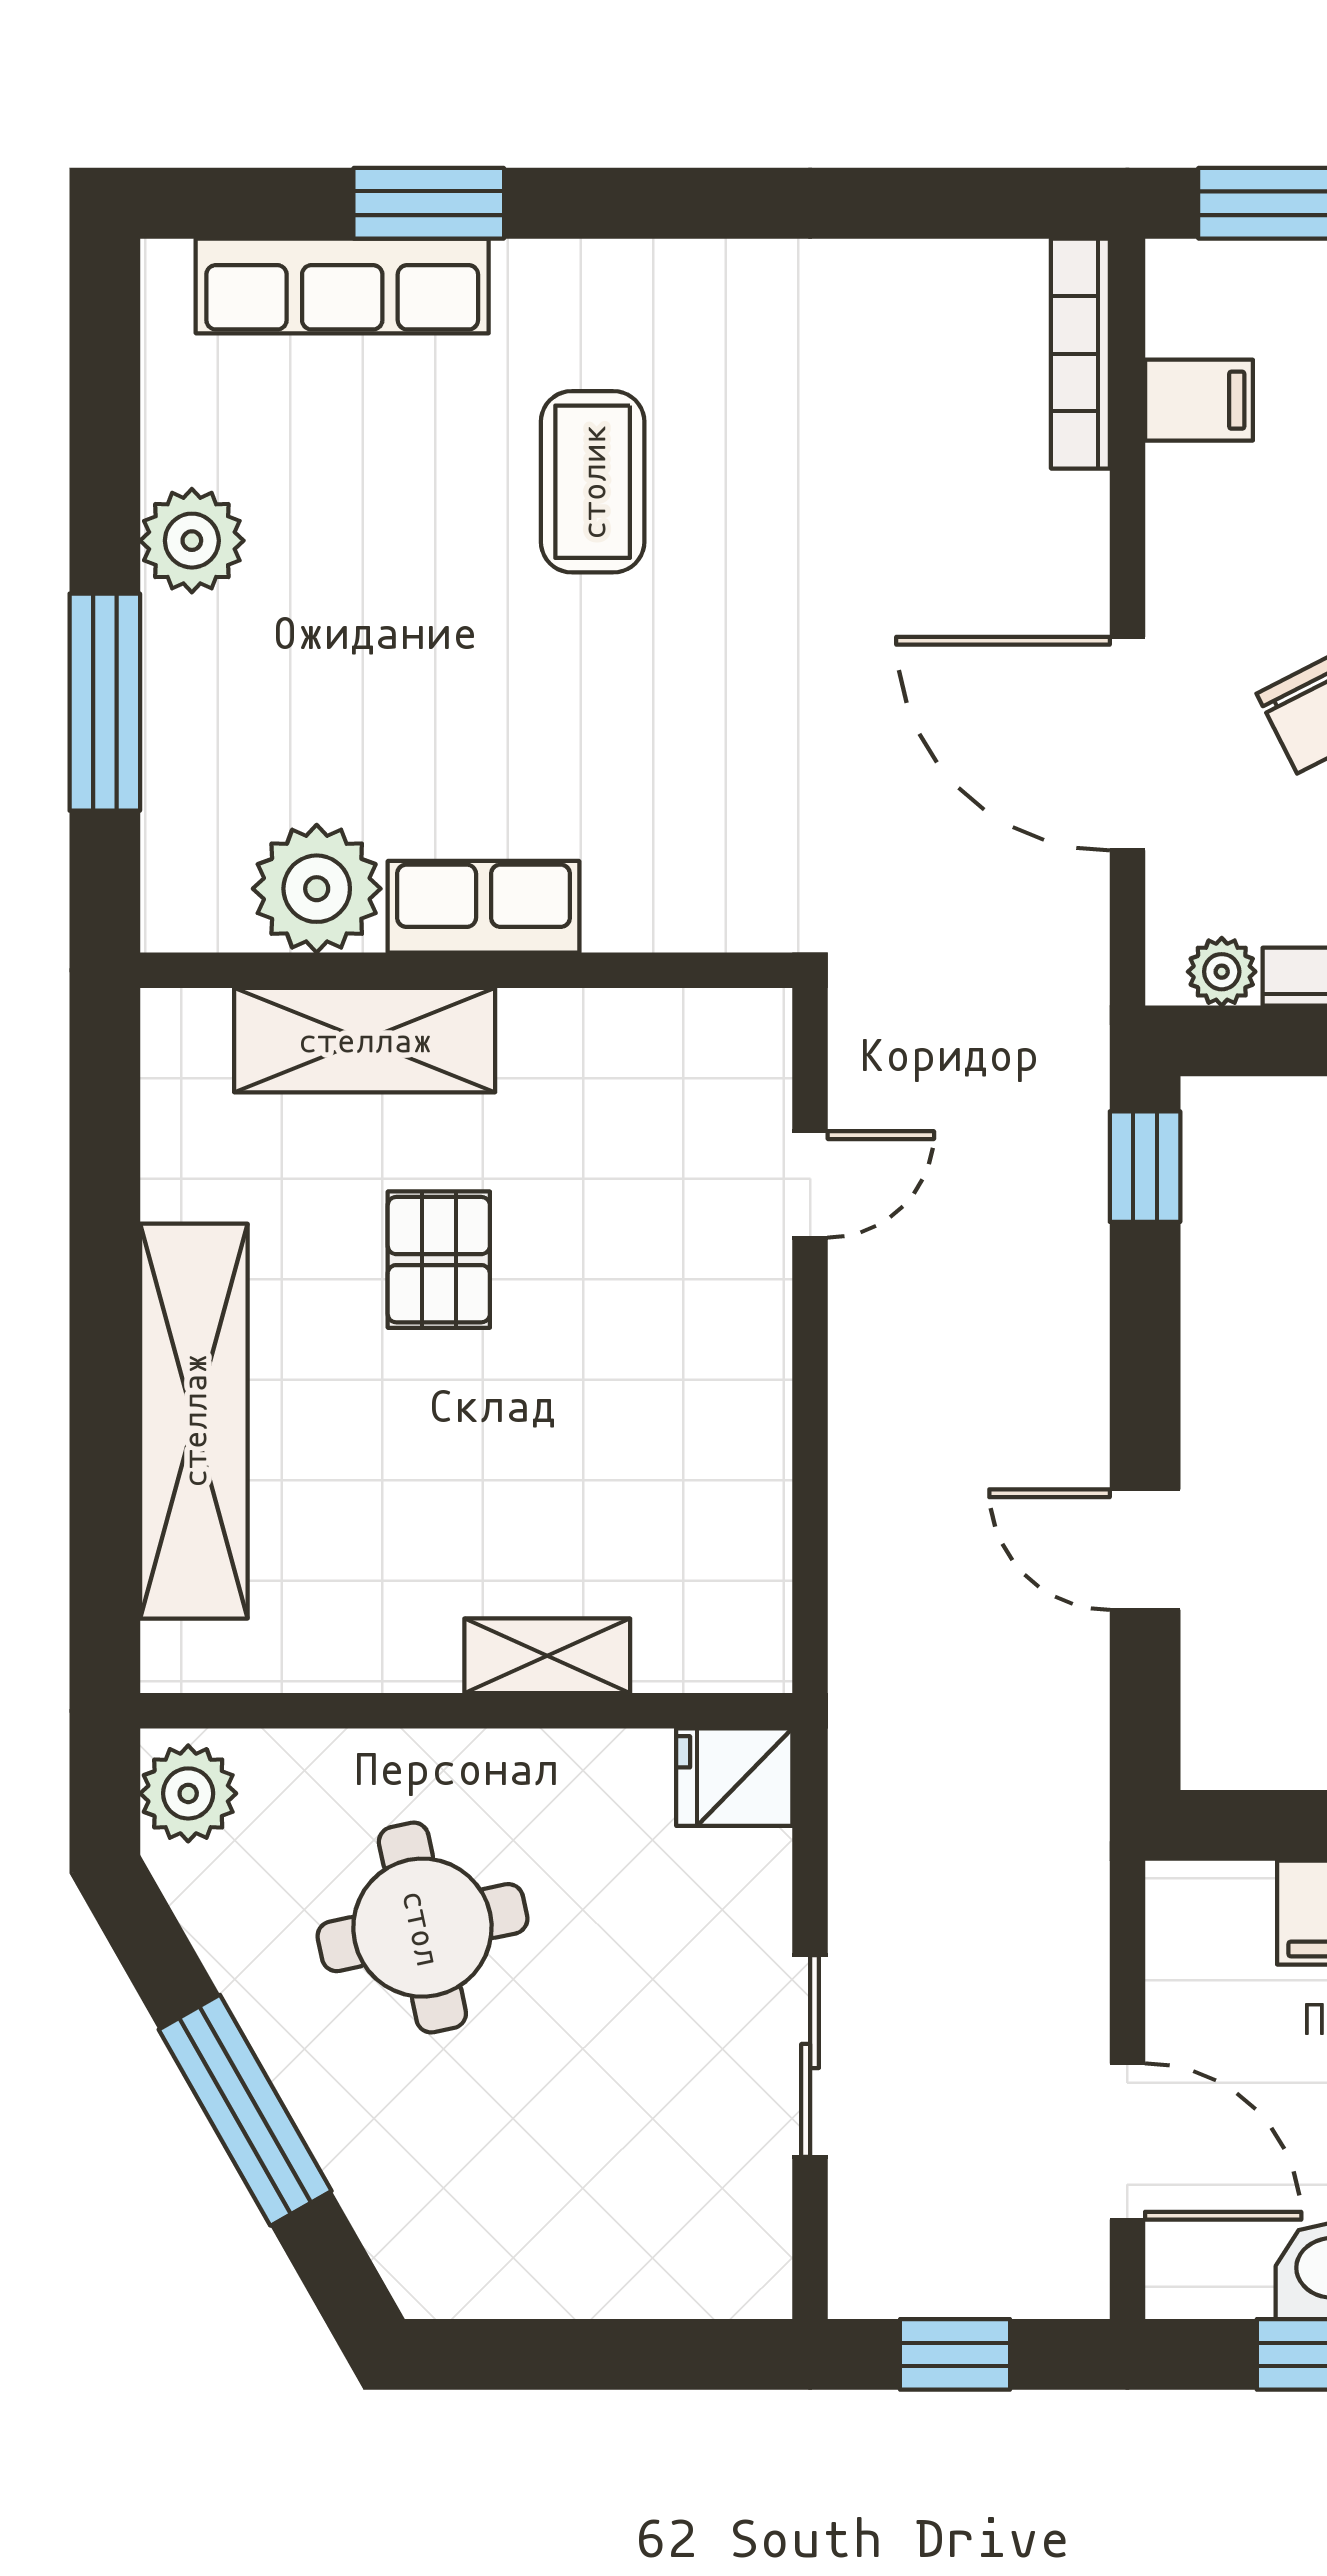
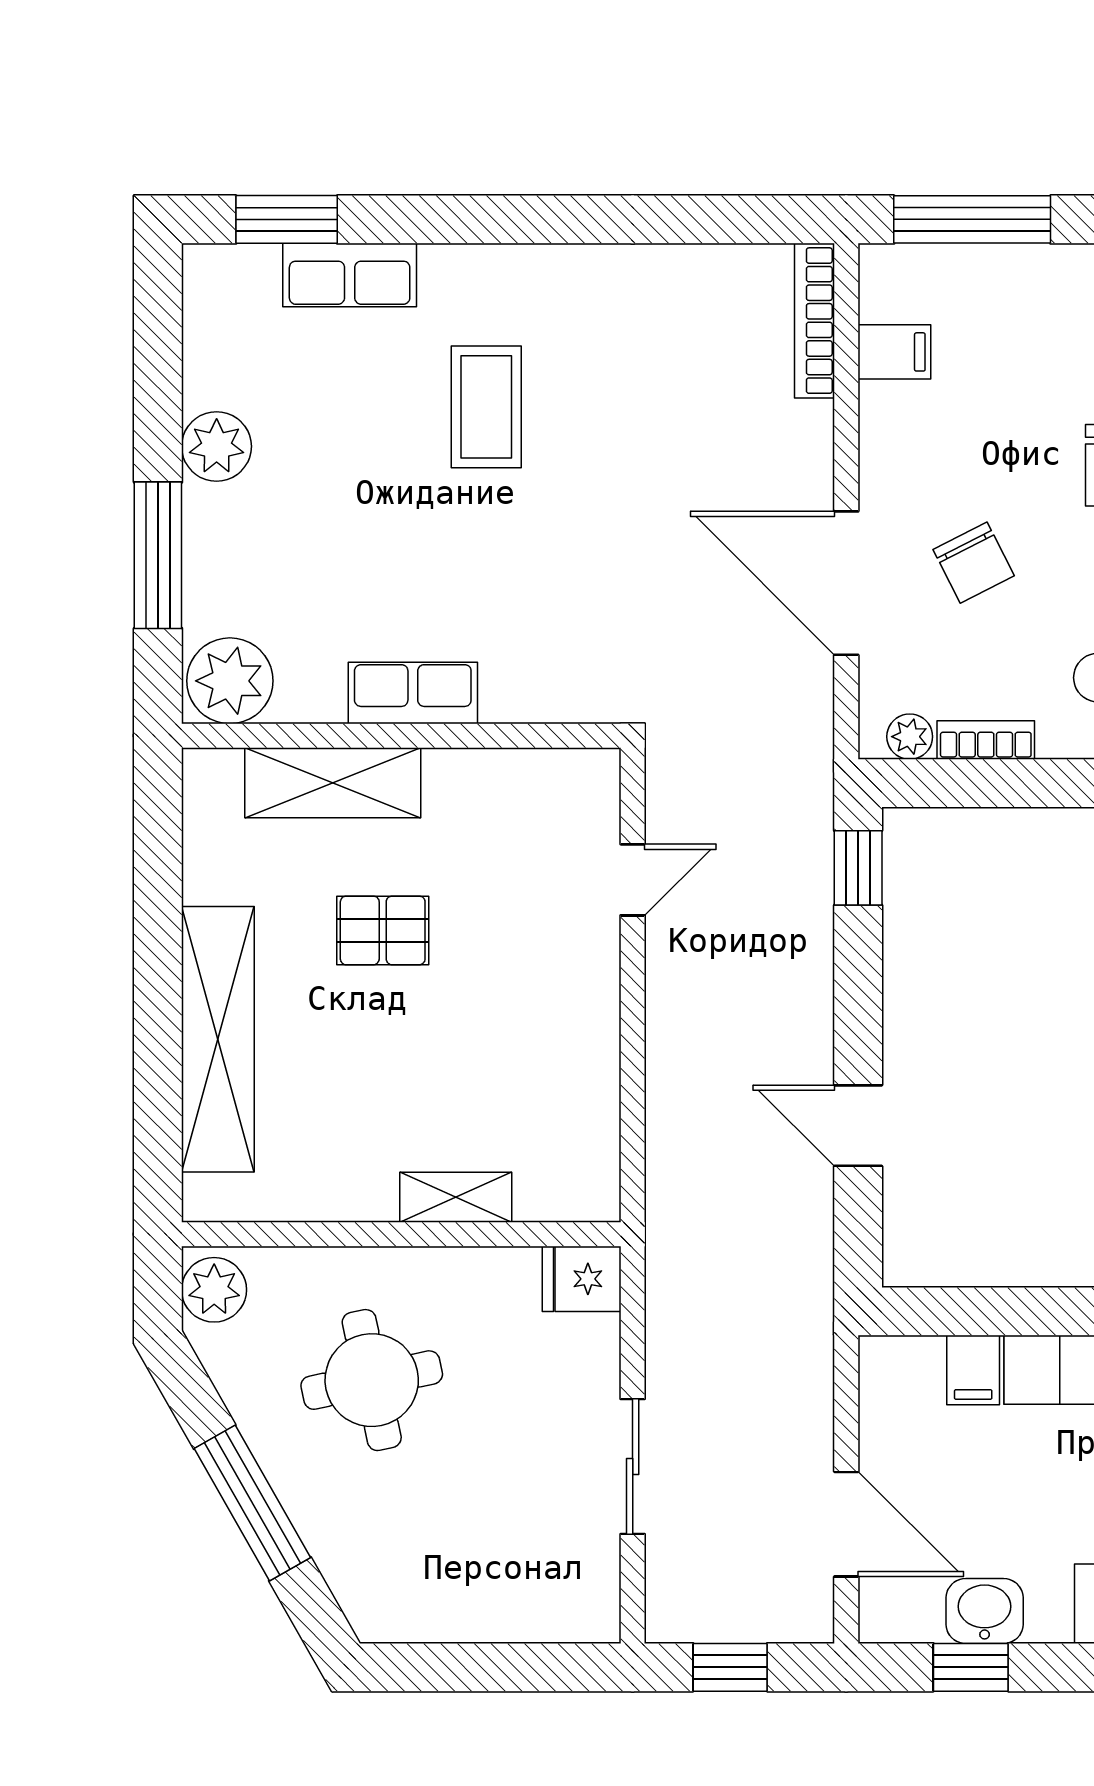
window: (429, 203) -> (287, 219), moved
row of seats: (342, 286) -> (350, 275), width x0.68
plant: (317, 889) -> (230, 681), moved
pallet: (439, 1260) -> (383, 930), turned 90

